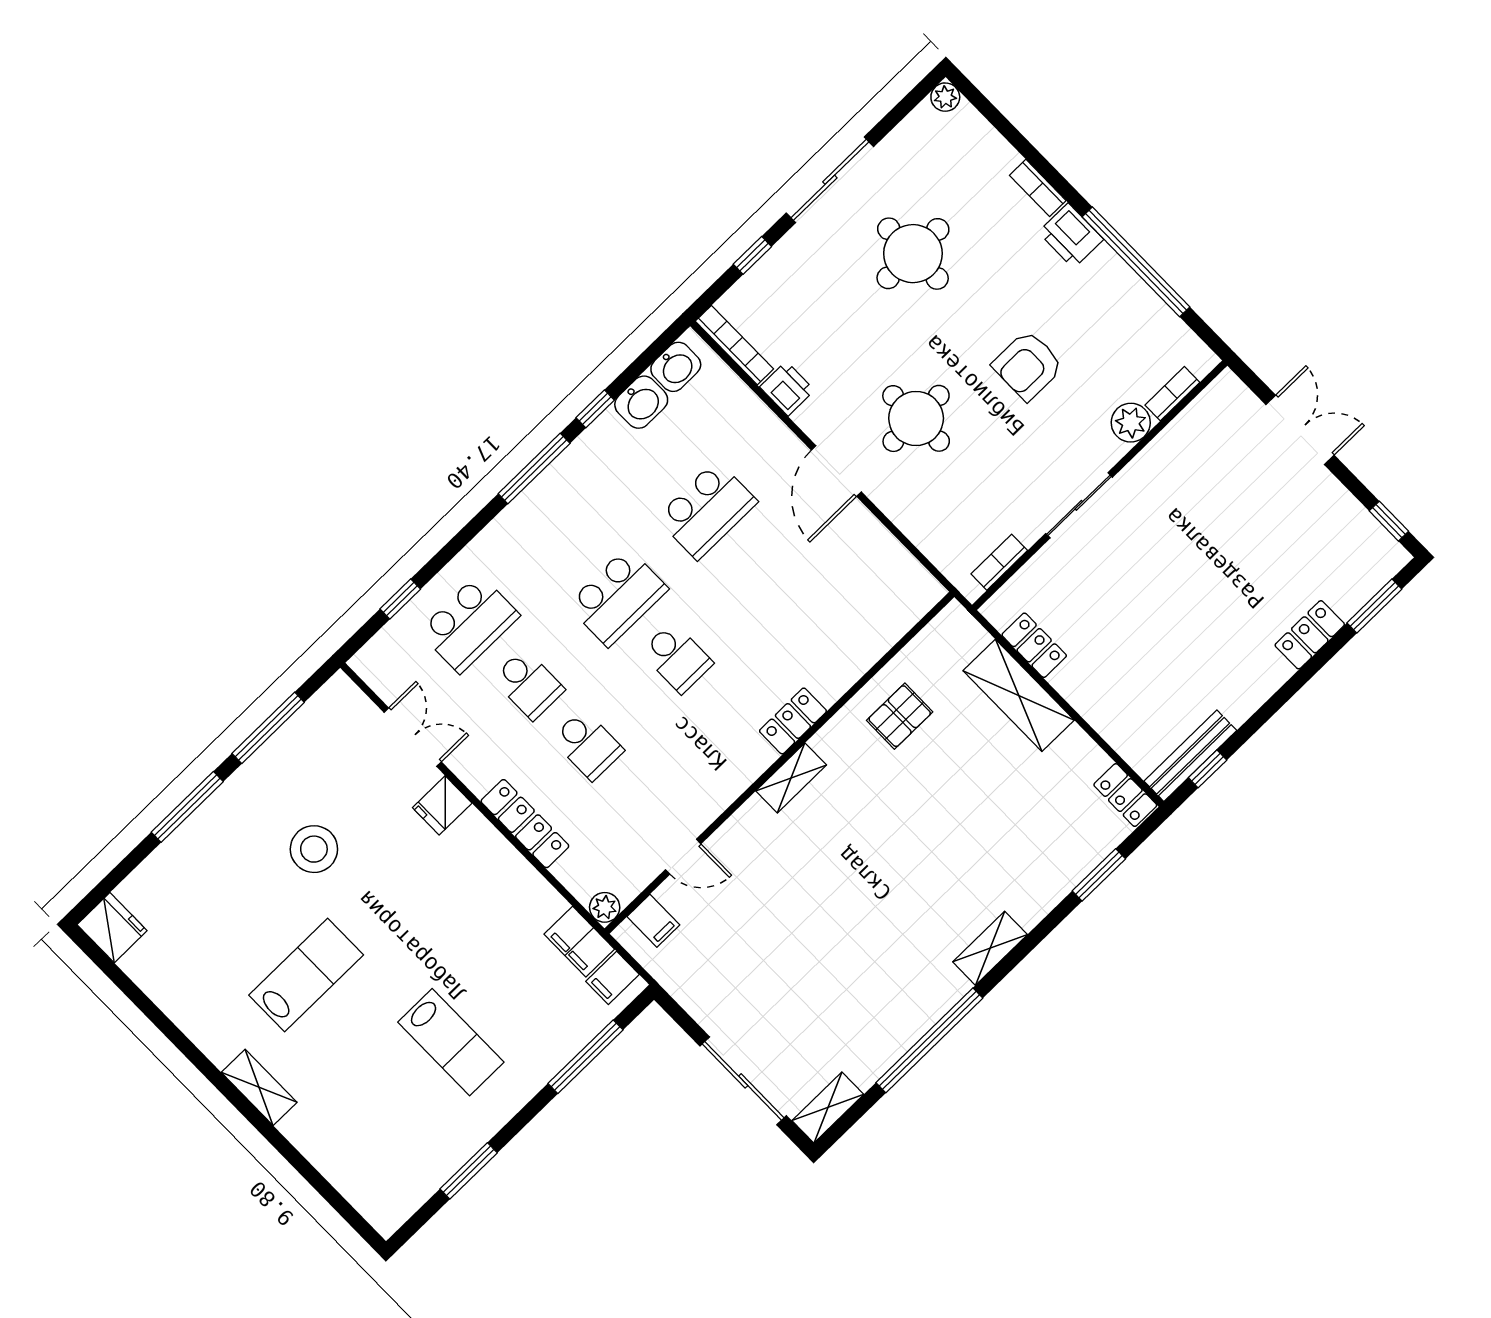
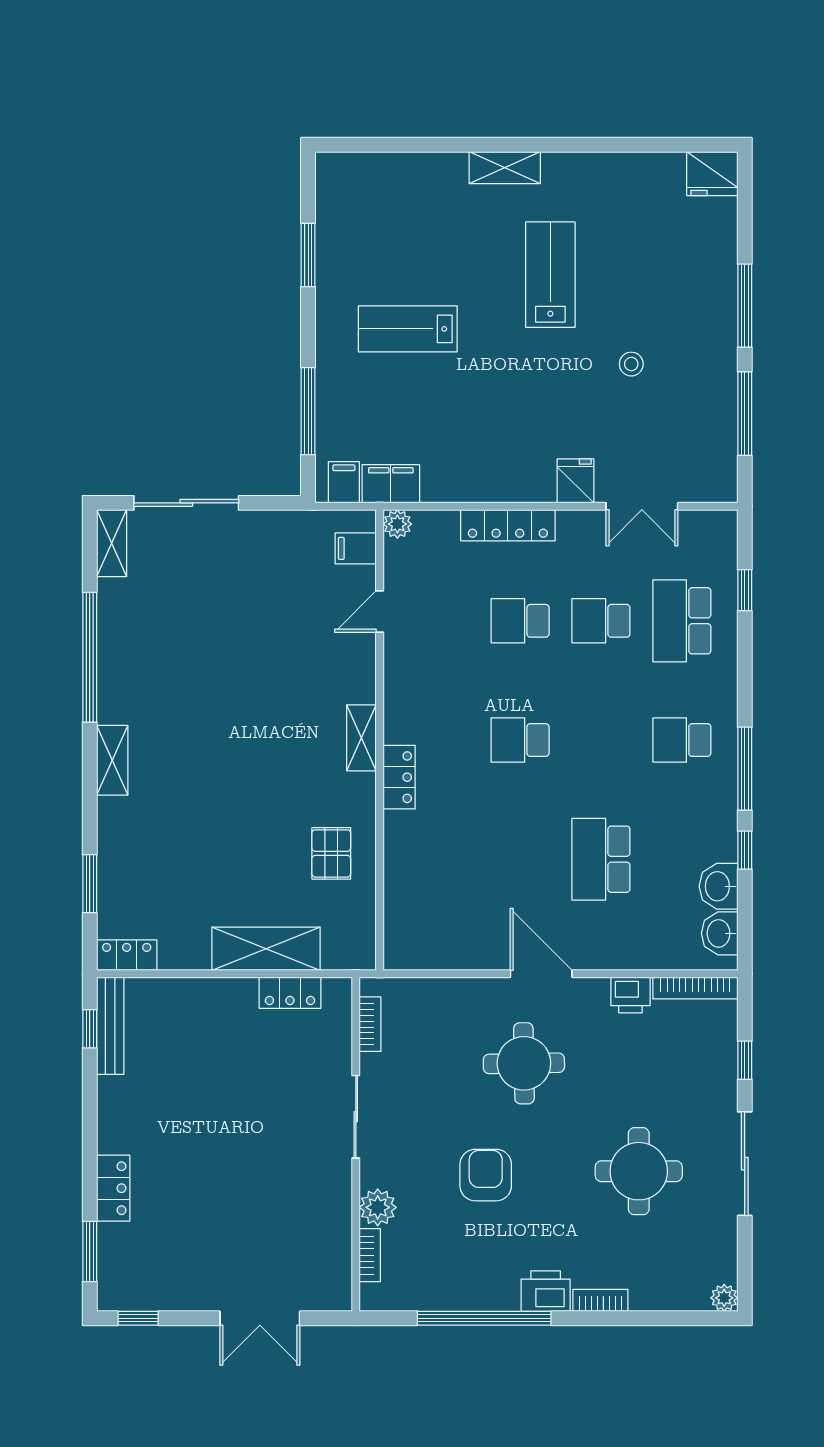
school desk: (618, 597) -> (682, 740), moved, width x0.54
stool: (314, 849) -> (631, 364), width x0.53, depth x0.53
lab bench: (306, 975) -> (550, 275), turned 180

